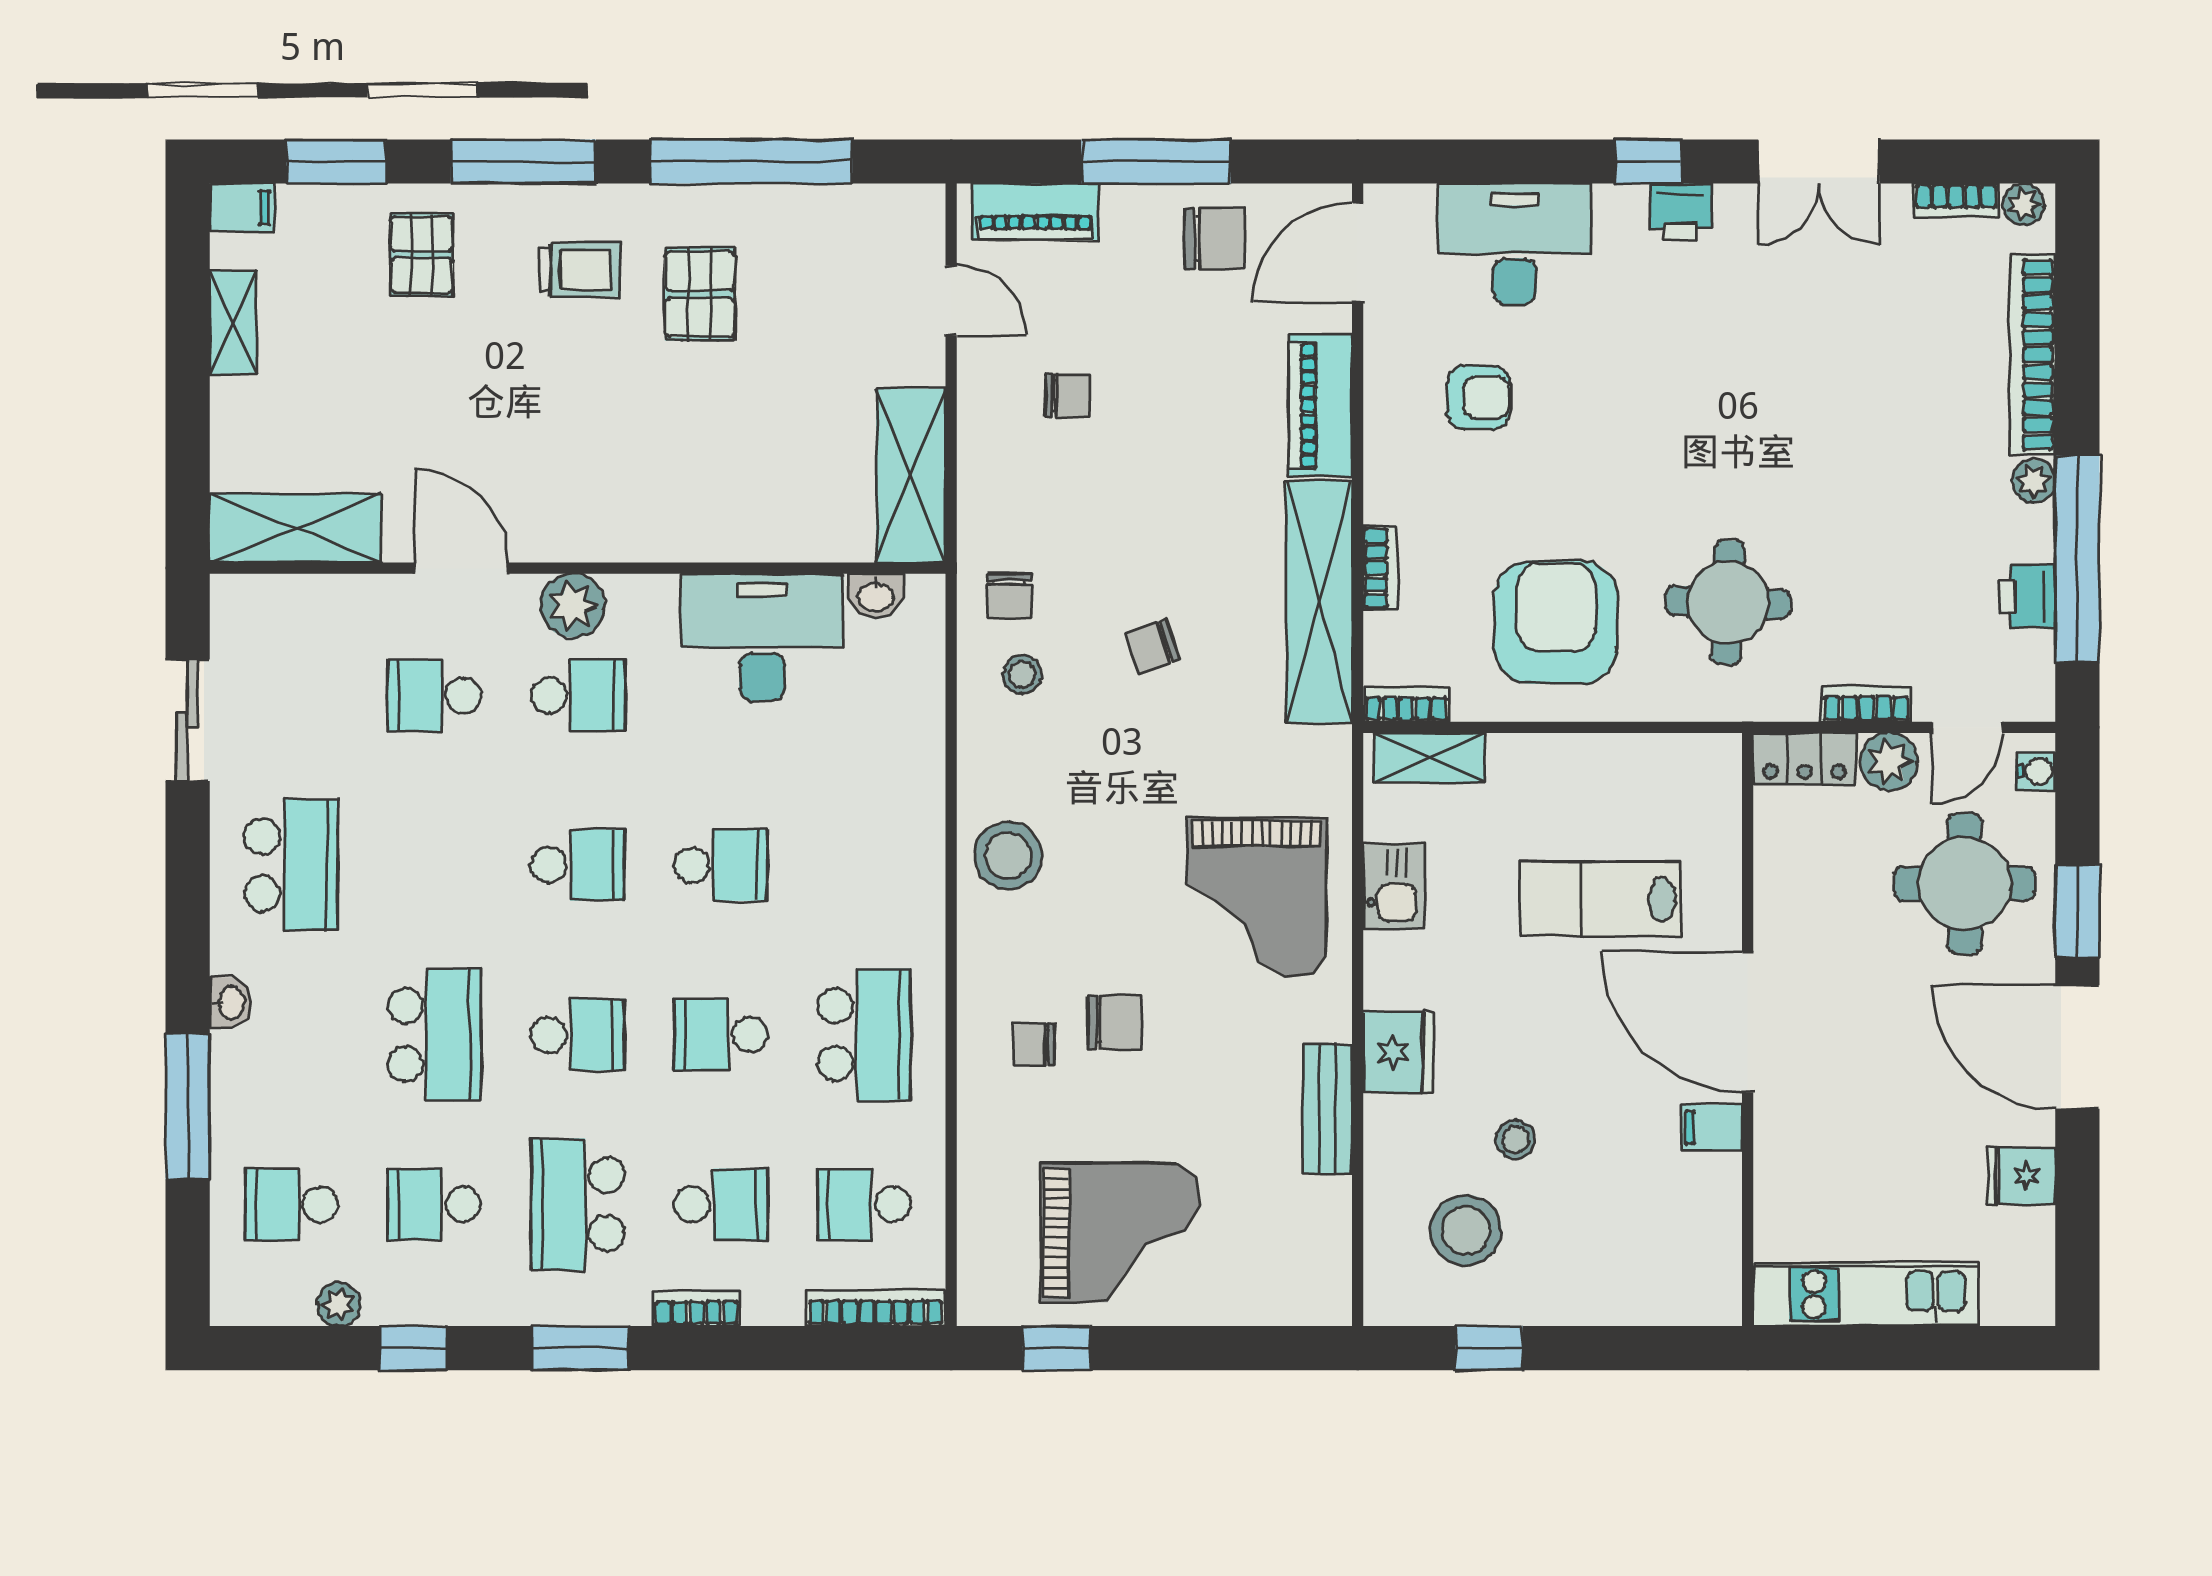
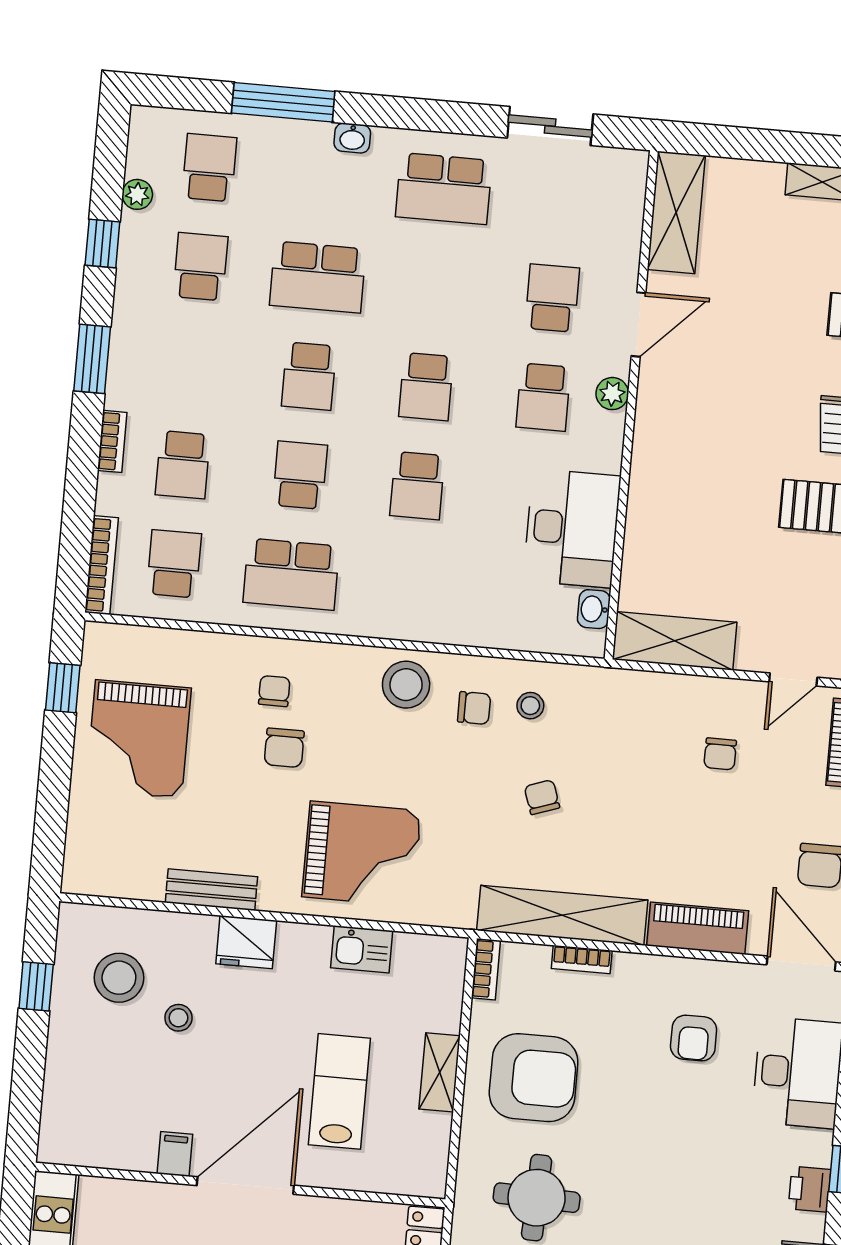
chair: (1009, 596) -> (474, 708), moved, turned 180
plant: (572, 606) -> (612, 394), width x0.73, depth x0.73
shelving: (1429, 758) -> (440, 1072), moved
grand piano: (1256, 898) -> (362, 854), turned 180
school desk: (578, 1204) -> (192, 366), removed

